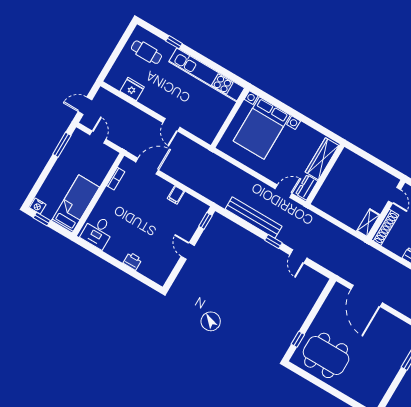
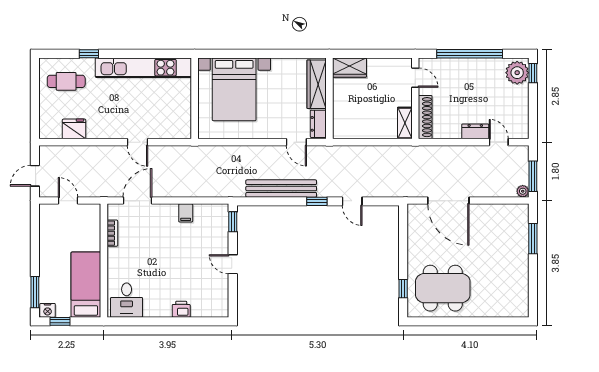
window: (62, 145) -> (35, 292), moved
wardrobe: (352, 161) -> (349, 68), added
door: (284, 191) -> (296, 142), swing flipped

